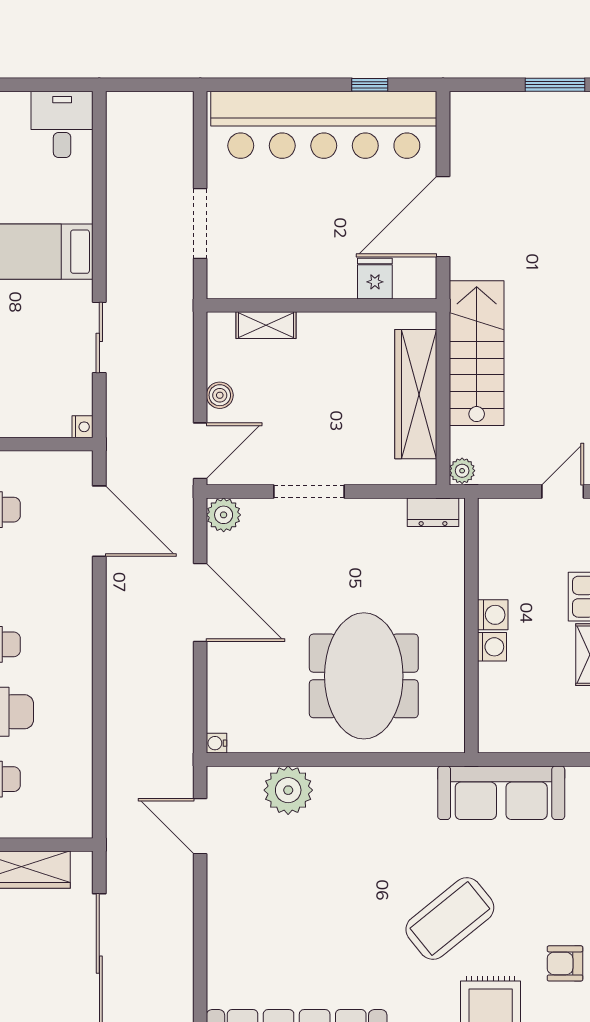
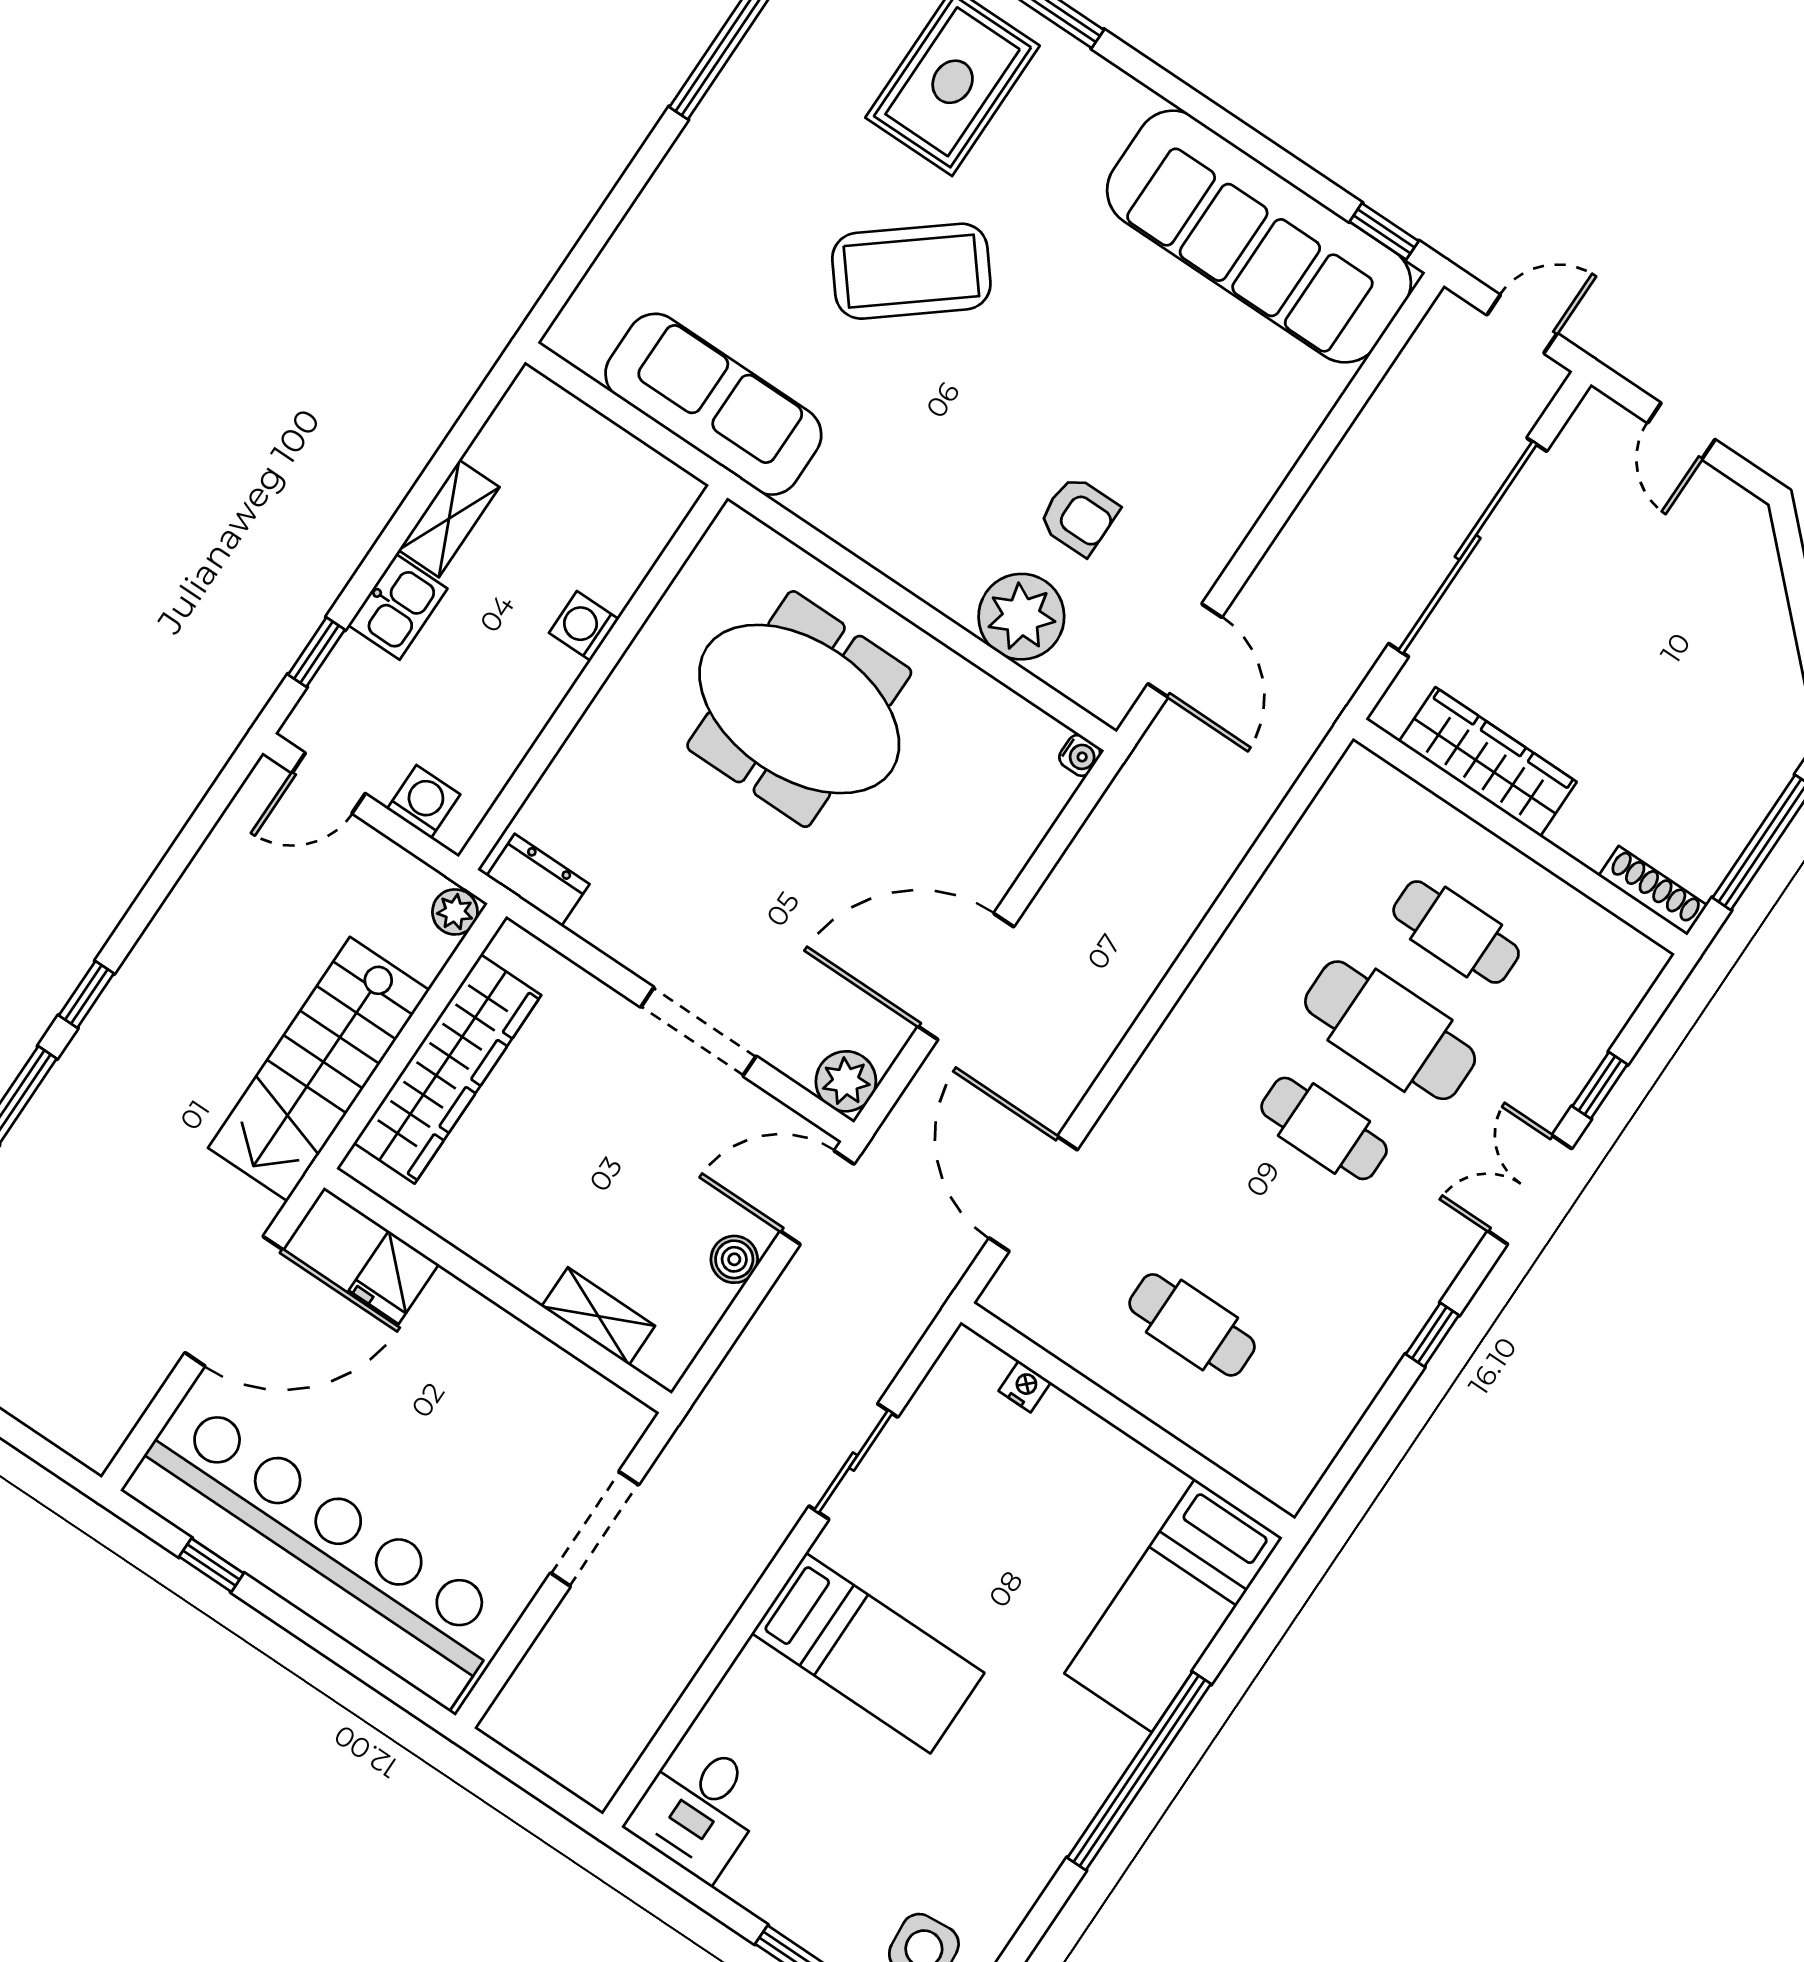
nightstand: (83, 427) -> (1025, 1386), moved, turned 90
door: (200, 602) -> (966, 977), hinge flipped
washing machine: (493, 615) -> (424, 802), moved, turned 90
meeting table: (364, 676) -> (799, 709), turned 90
armchair: (565, 963) -> (1079, 516), moved

